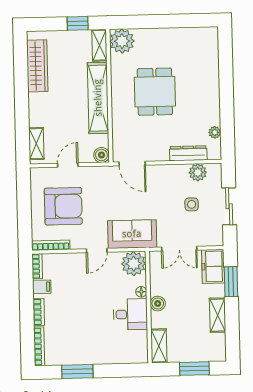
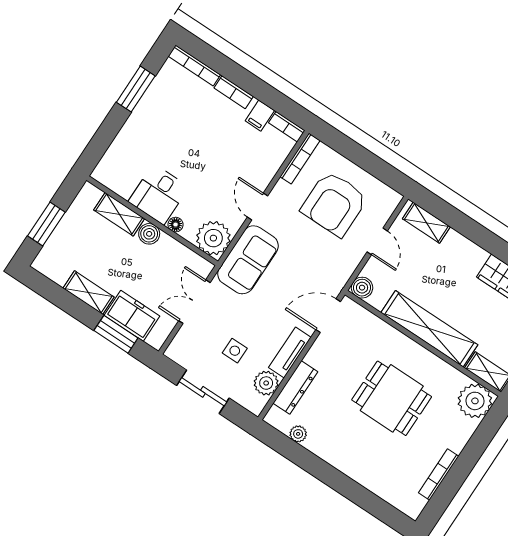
bookcase: (181, 32) -> (439, 474), added
tv unit: (170, 171) -> (290, 352), added
freezer: (213, 266) -> (132, 316), moved
shelving: (159, 346) -> (119, 214), moved

